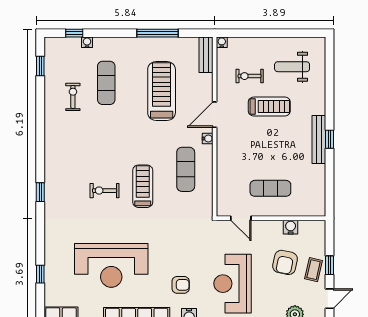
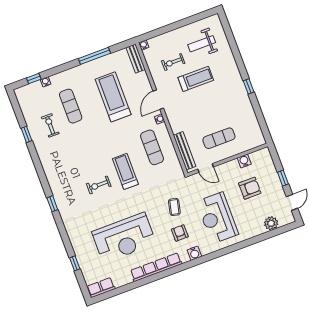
window: (40, 66) -> (26, 134), moved
bench: (319, 140) -> (184, 151), moved
armchair: (285, 262) -> (250, 188), turned -102
coffee table: (314, 270) -> (174, 207), moved
armchair: (181, 285) -> (180, 233), turned -90

